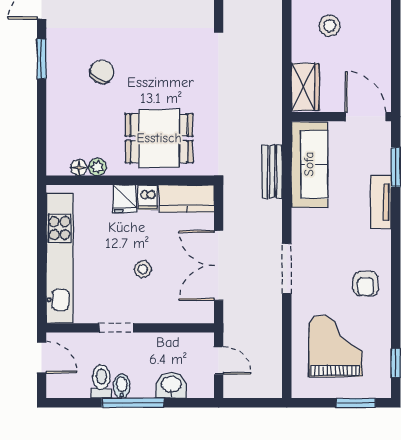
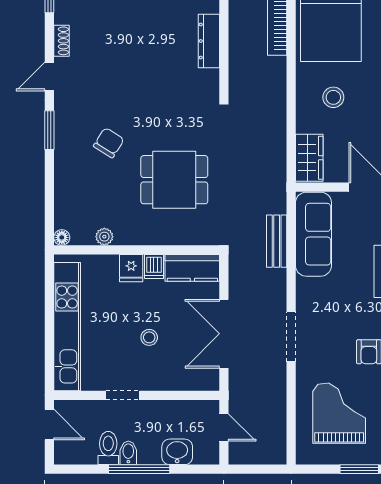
dining table: (159, 138) -> (174, 180), moved
floor lamp: (79, 168) -> (62, 237), moved

